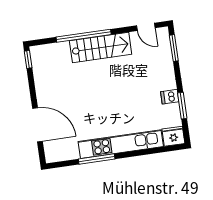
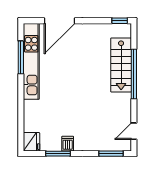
stairs: (101, 47) -> (121, 65), moved
kitchen unit: (121, 144) -> (31, 61), moved
window: (97, 159) -> (21, 57), moved

